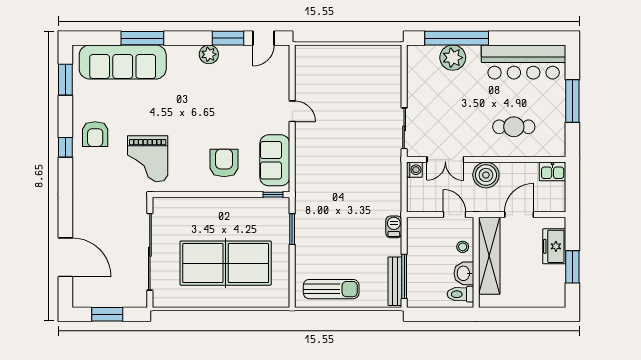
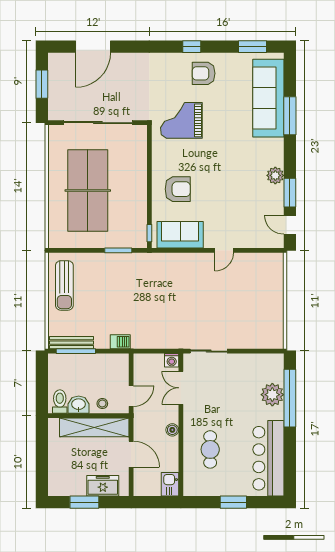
window: (572, 101) -> (233, 502), width x0.69
boiler: (486, 175) -> (172, 430), width x0.54, depth x0.54

